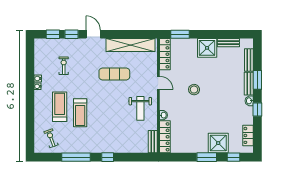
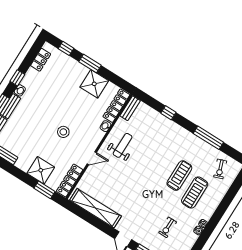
shower: (207, 48) -> (41, 170), moved
exercise mat: (114, 74) -> (127, 191), removed
door: (158, 83) -> (92, 158), swing flipped
shower: (218, 143) -> (94, 84), moved
window: (108, 157) -> (168, 113), moved

